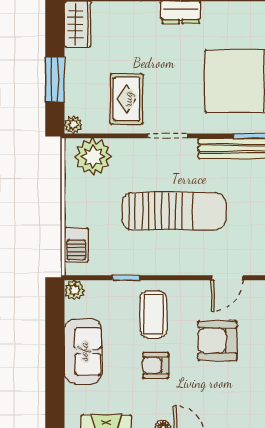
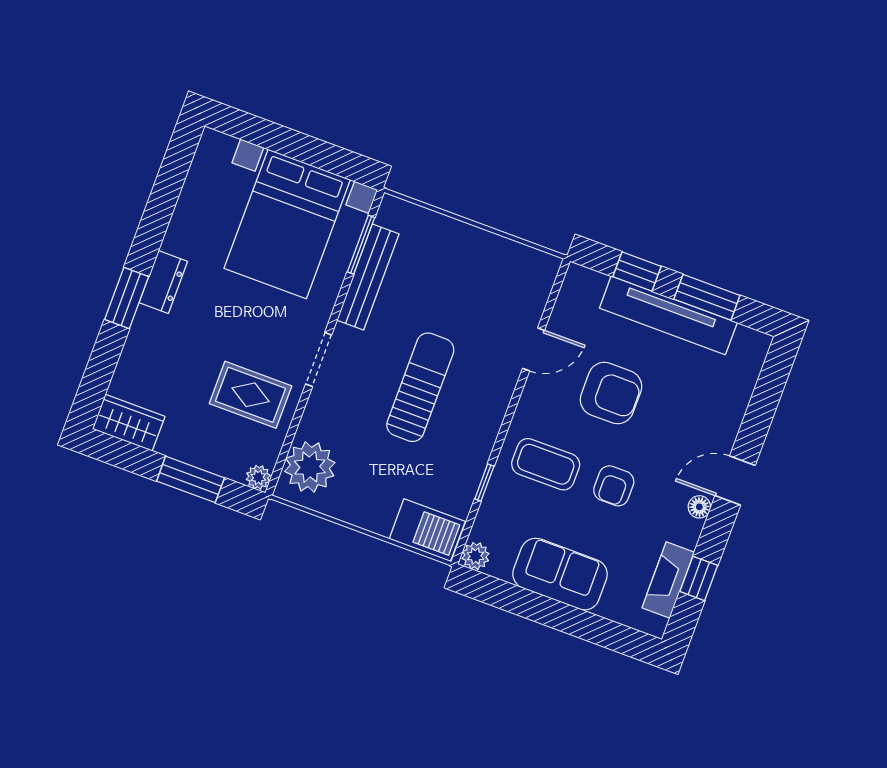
sun lounger: (174, 211) -> (420, 387), width x0.73, depth x0.75
barbecue: (76, 245) -> (427, 530), width x1.38, depth x1.27
door: (227, 278) -> (534, 349), hinge flipped
armchair: (217, 341) -> (611, 393), turned -90

